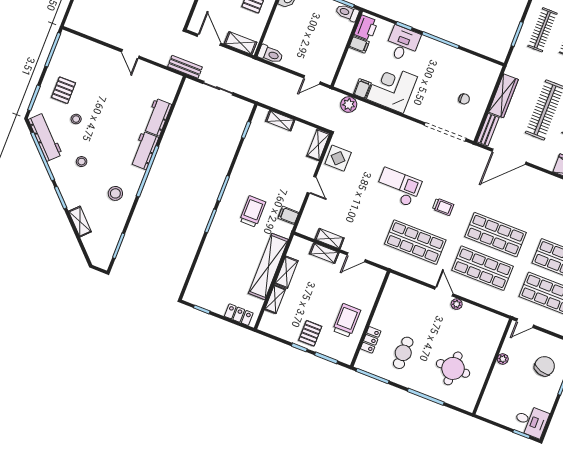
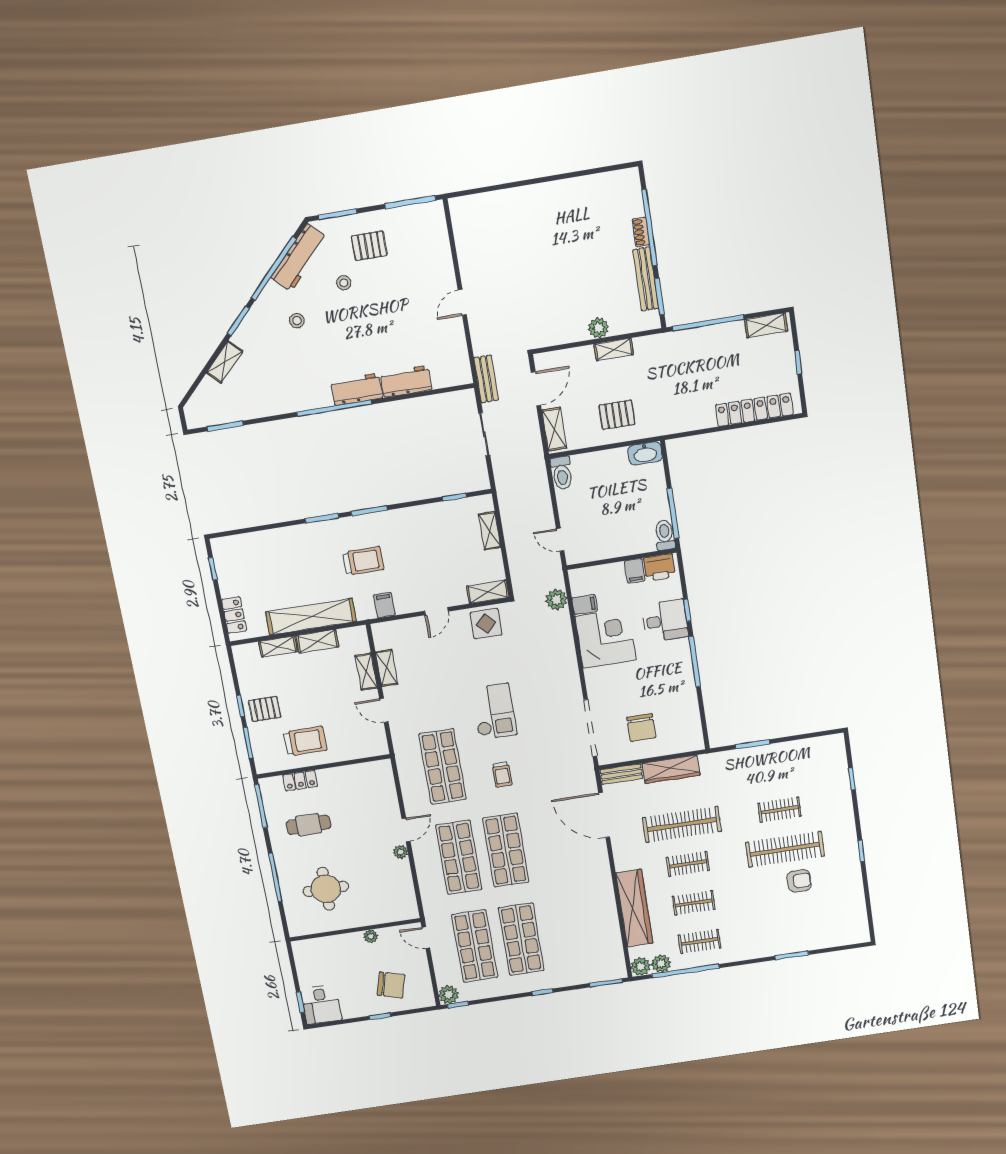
clothes rail: (542, 30) -> (774, 770), removed
chair: (464, 99) -> (641, 728), width x1.87, depth x1.87
stool: (115, 193) -> (284, 385), removed

